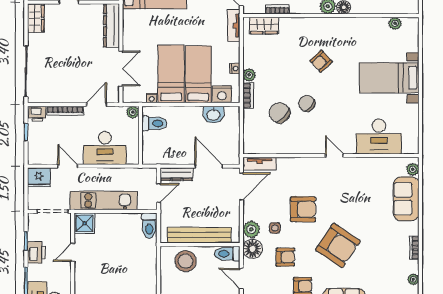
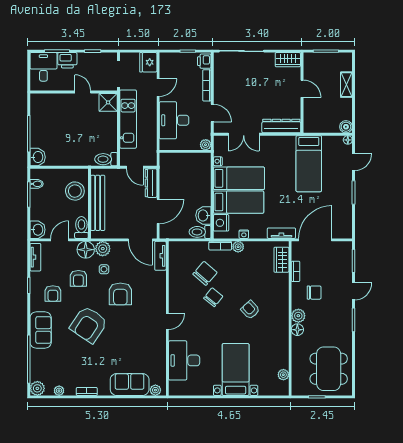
toilet: (154, 123) -> (200, 232), moved, turned 90
printer: (36, 252) -> (67, 60), moved

